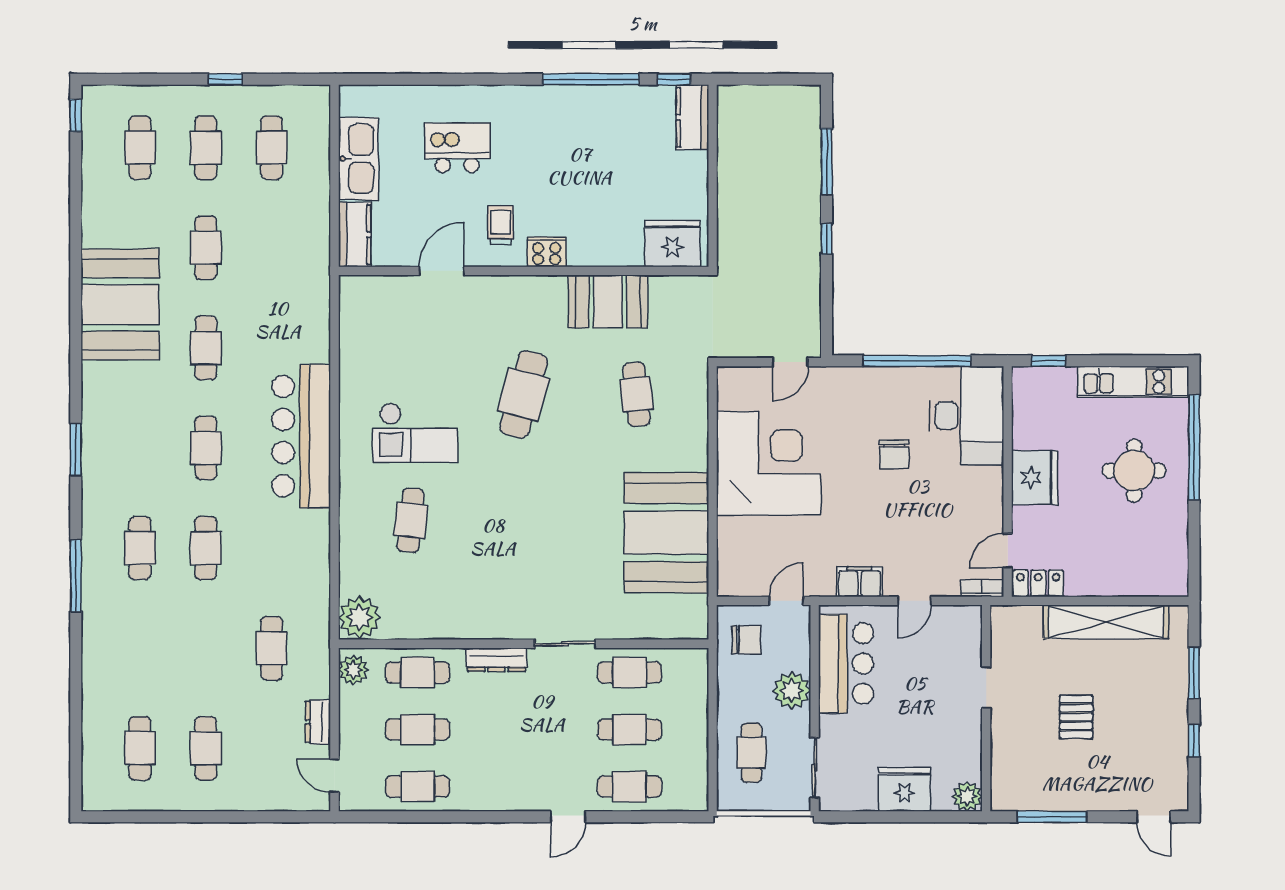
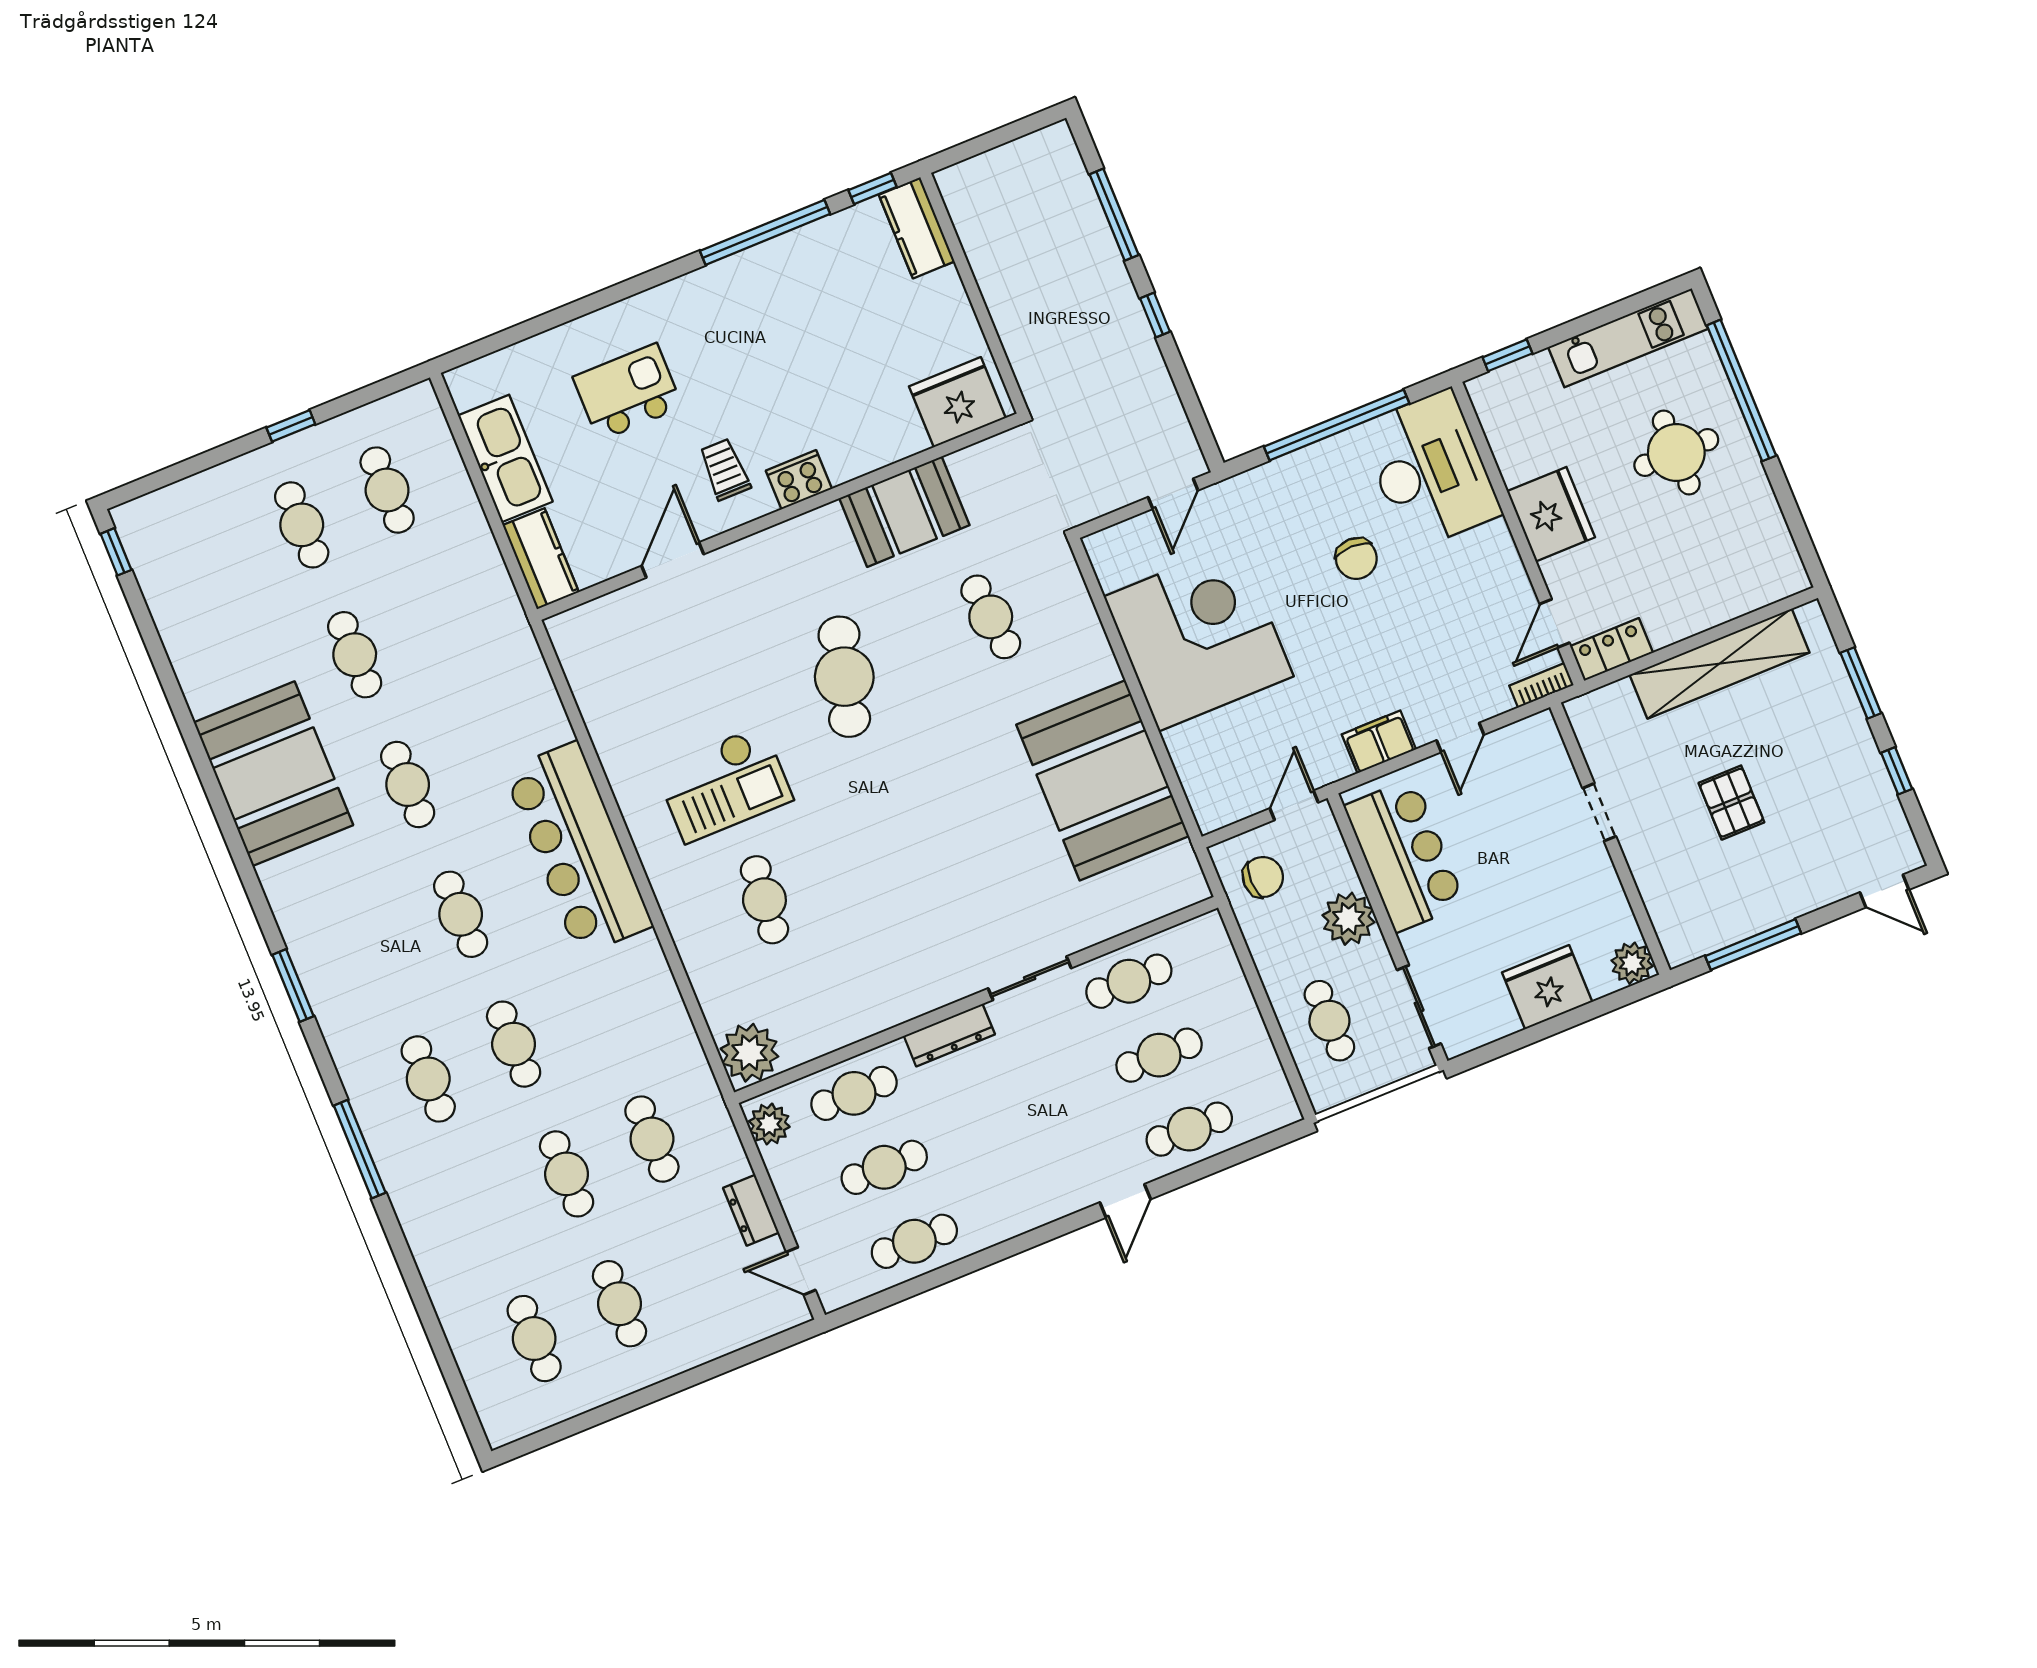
cafe table: (140, 148) -> (567, 1174), moved

